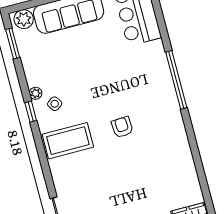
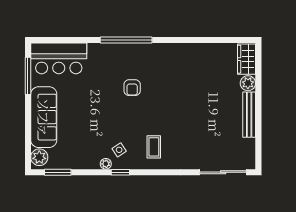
armchair: (122, 127) -> (132, 88), moved, turned -87
coffee table: (68, 141) -> (154, 147), width x0.54, depth x0.58

